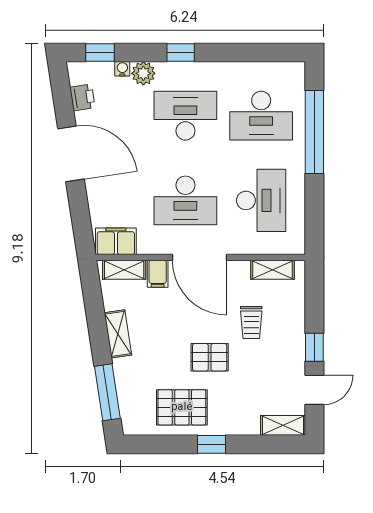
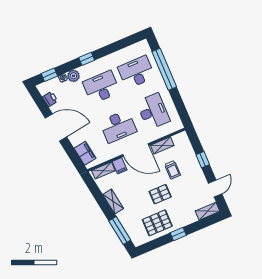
desk: (261, 116) -> (136, 72), turned 180
filing cabinet: (116, 241) -> (85, 153), moved, turned 81
shelving: (272, 270) -> (162, 145), moved
window: (314, 347) -> (203, 160), moved

